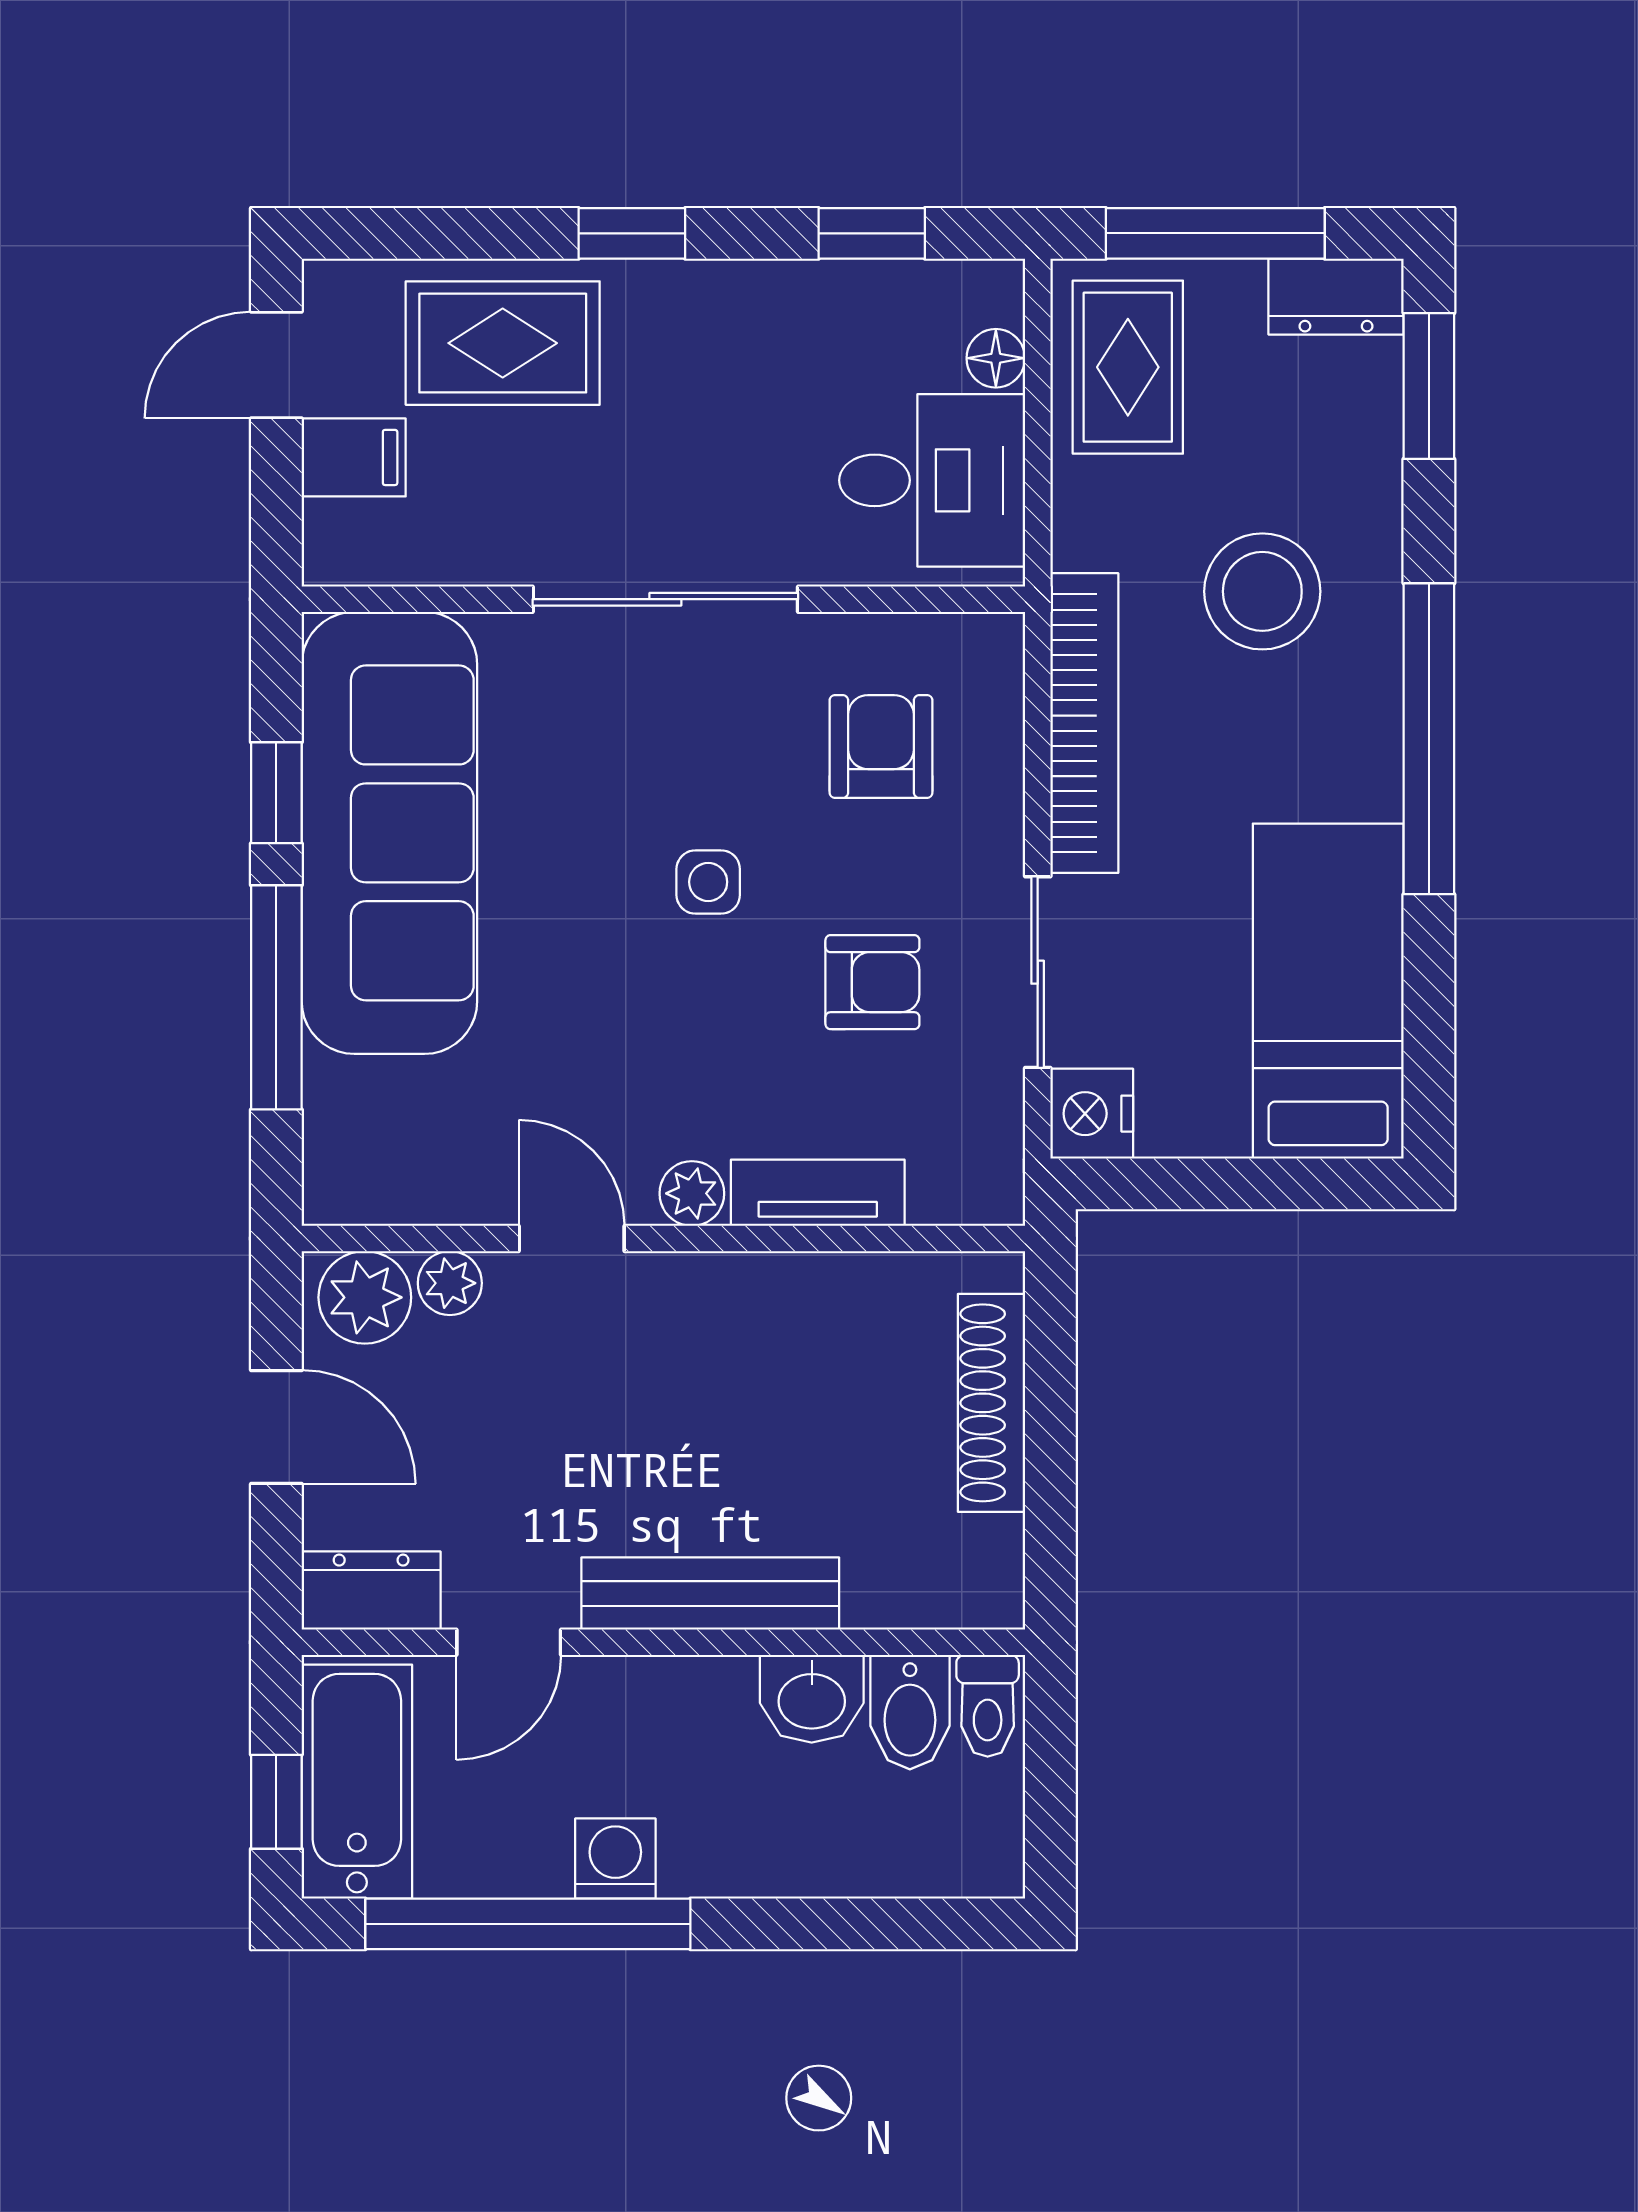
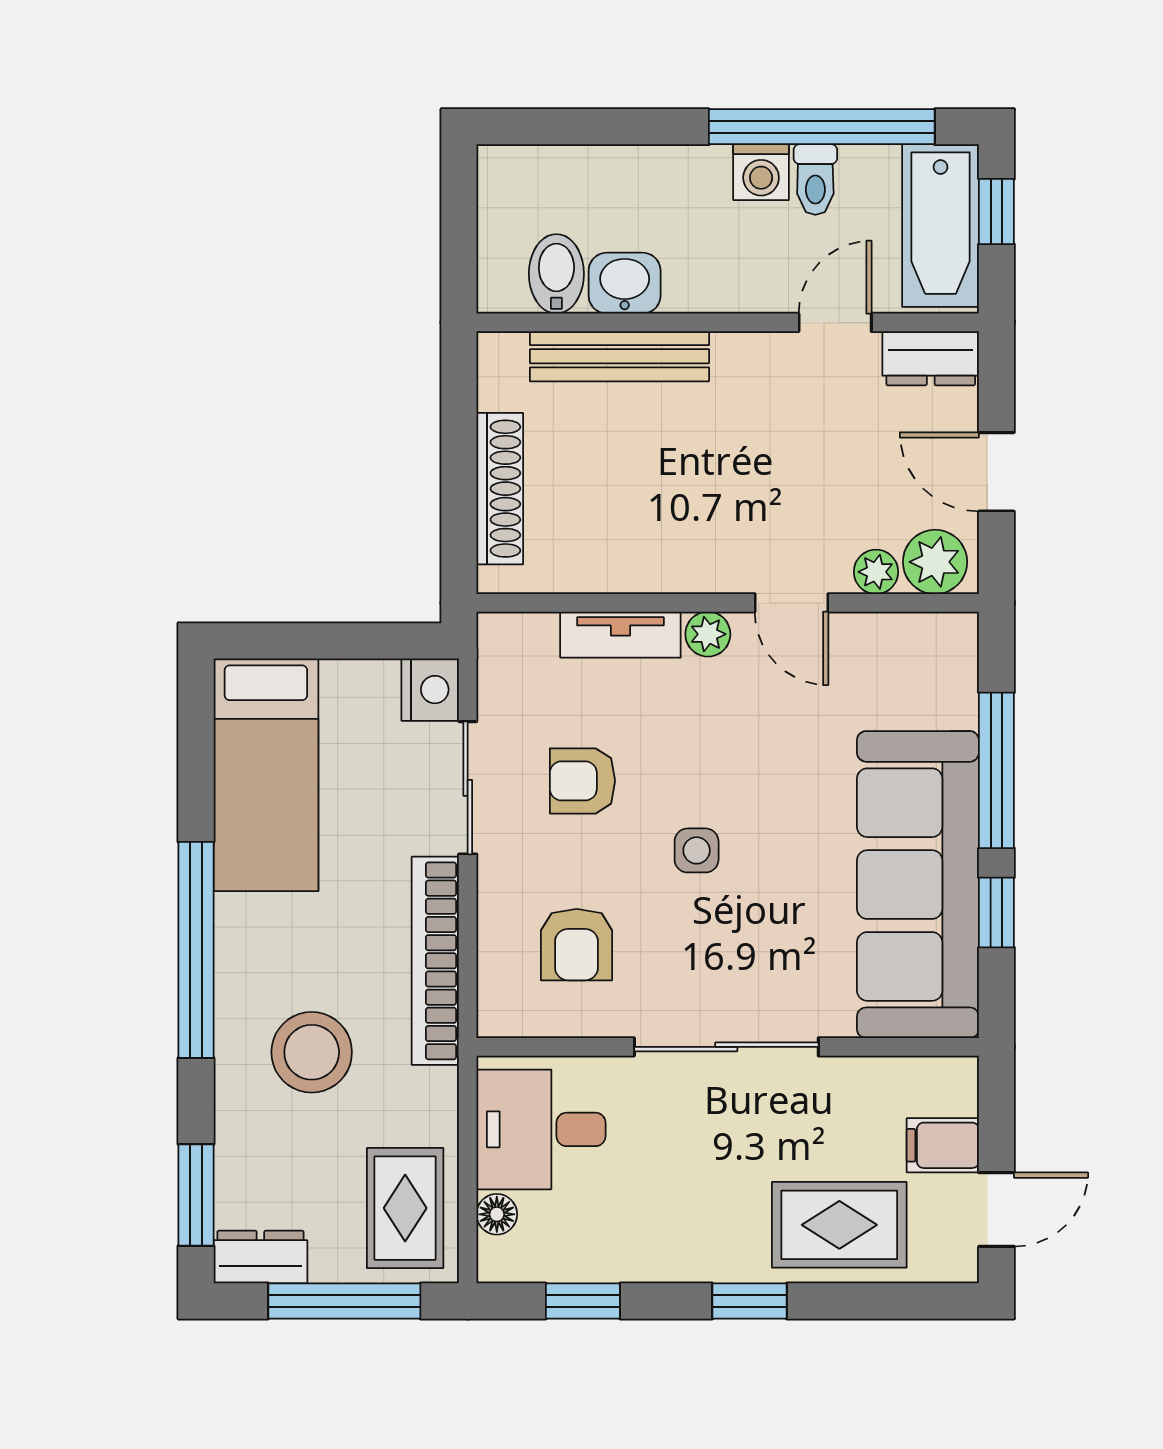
bench: (710, 1593) -> (620, 356), moved
toilet: (988, 1706) -> (815, 180), moved, turned 180

